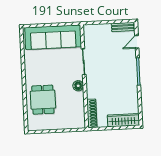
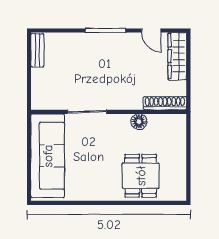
door: (137, 42) -> (151, 30), moved
floor lamp: (78, 86) -> (139, 122), moved
dining table: (43, 100) -> (141, 176), turned 90

